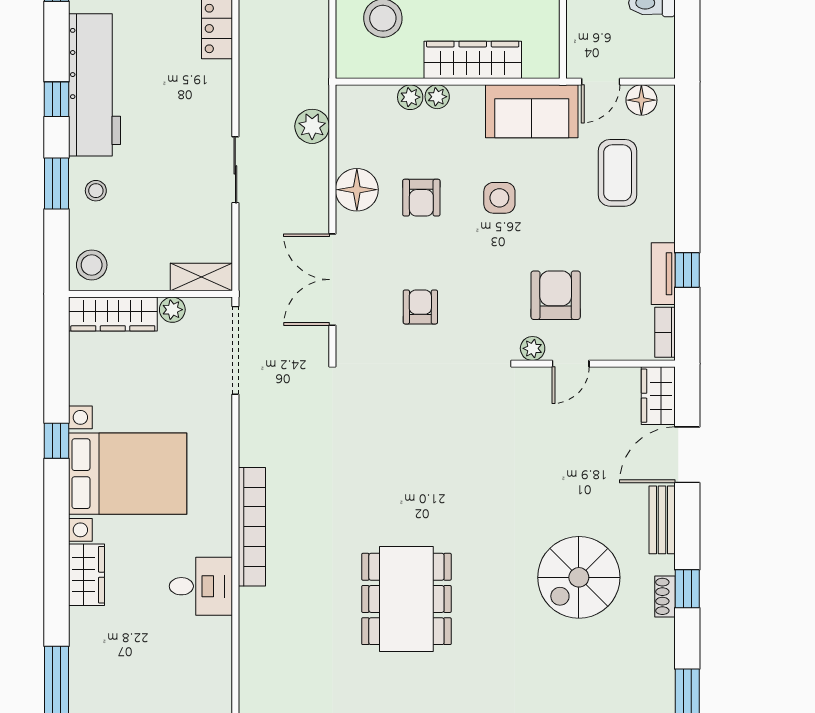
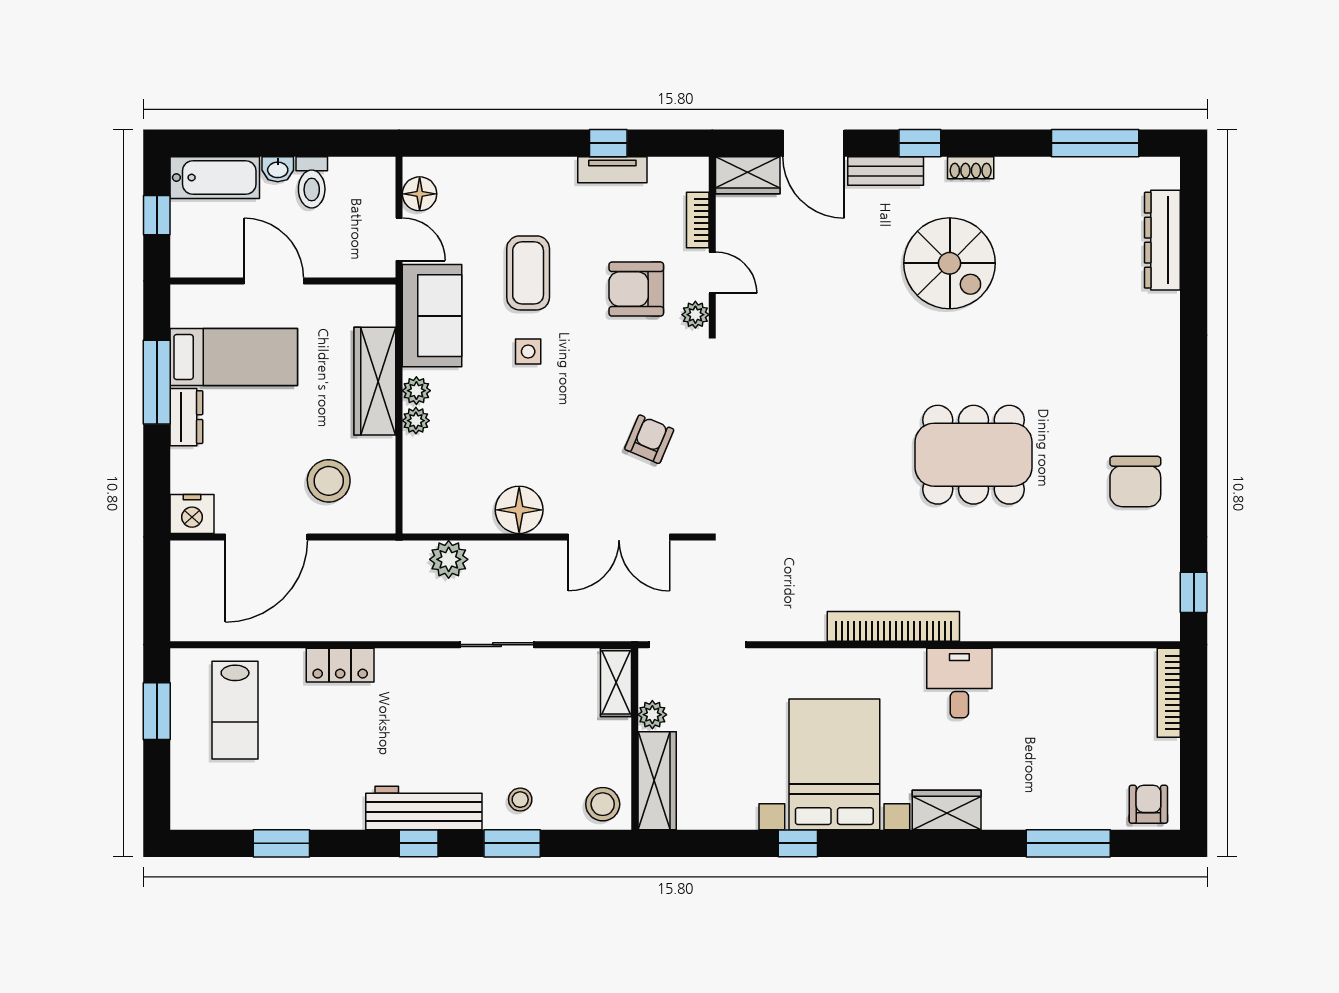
workbench: (95, 85) -> (424, 808), width x0.73, depth x0.76
plant: (410, 97) -> (416, 391), moved
coffee table: (618, 173) -> (528, 273), moved, turned 90
armchair: (421, 198) -> (528, 438), removed
side table: (499, 198) -> (528, 351), width x0.73, depth x0.73
armchair: (420, 307) -> (649, 439), turned 113
bookcase: (665, 332) -> (698, 220), moved, turned 90
window: (687, 589) -> (920, 143), moved

